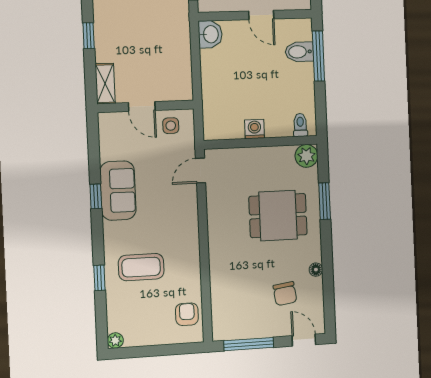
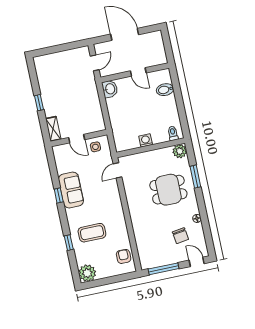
window: (318, 56) -> (177, 90), removed
plant: (115, 340) -> (87, 273), width x1.88, depth x1.88

